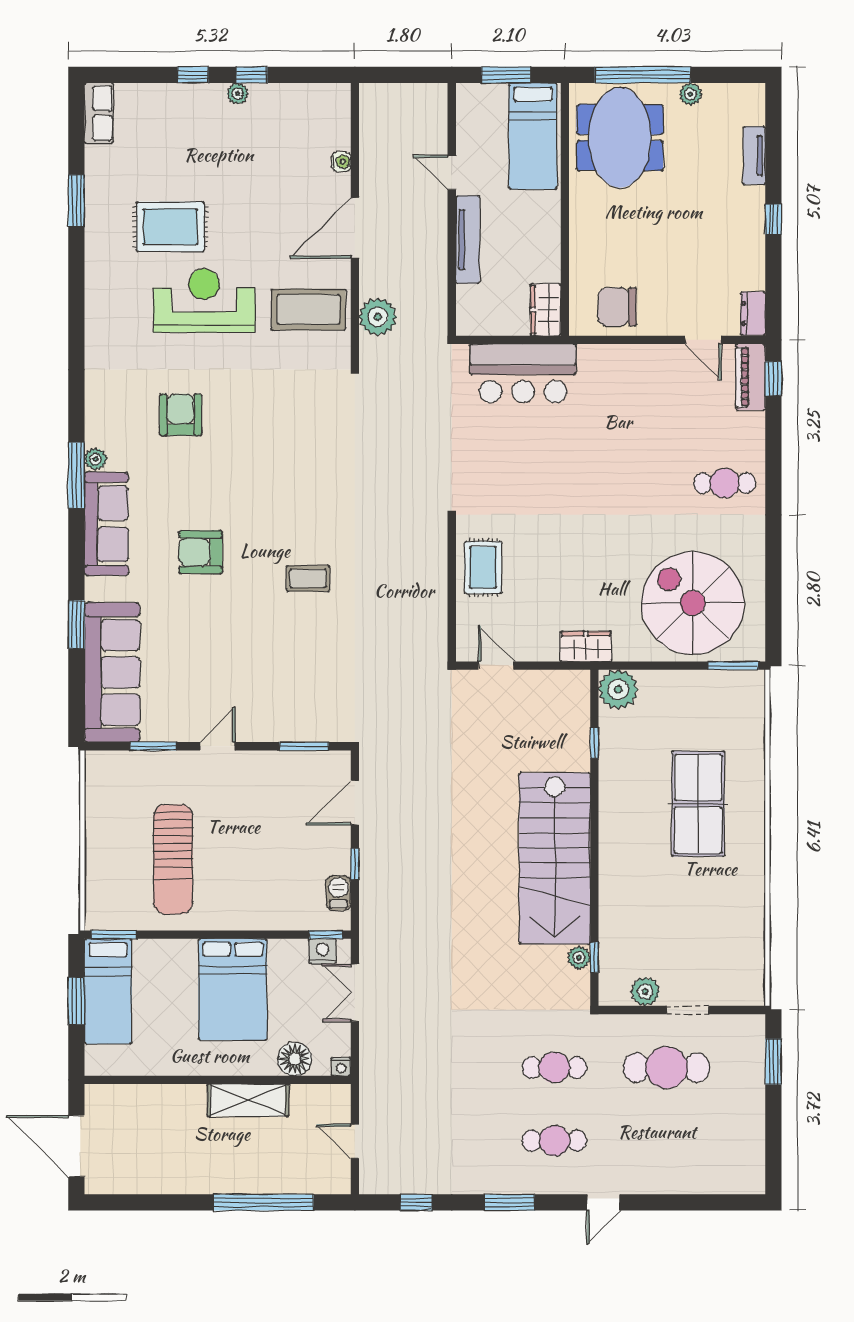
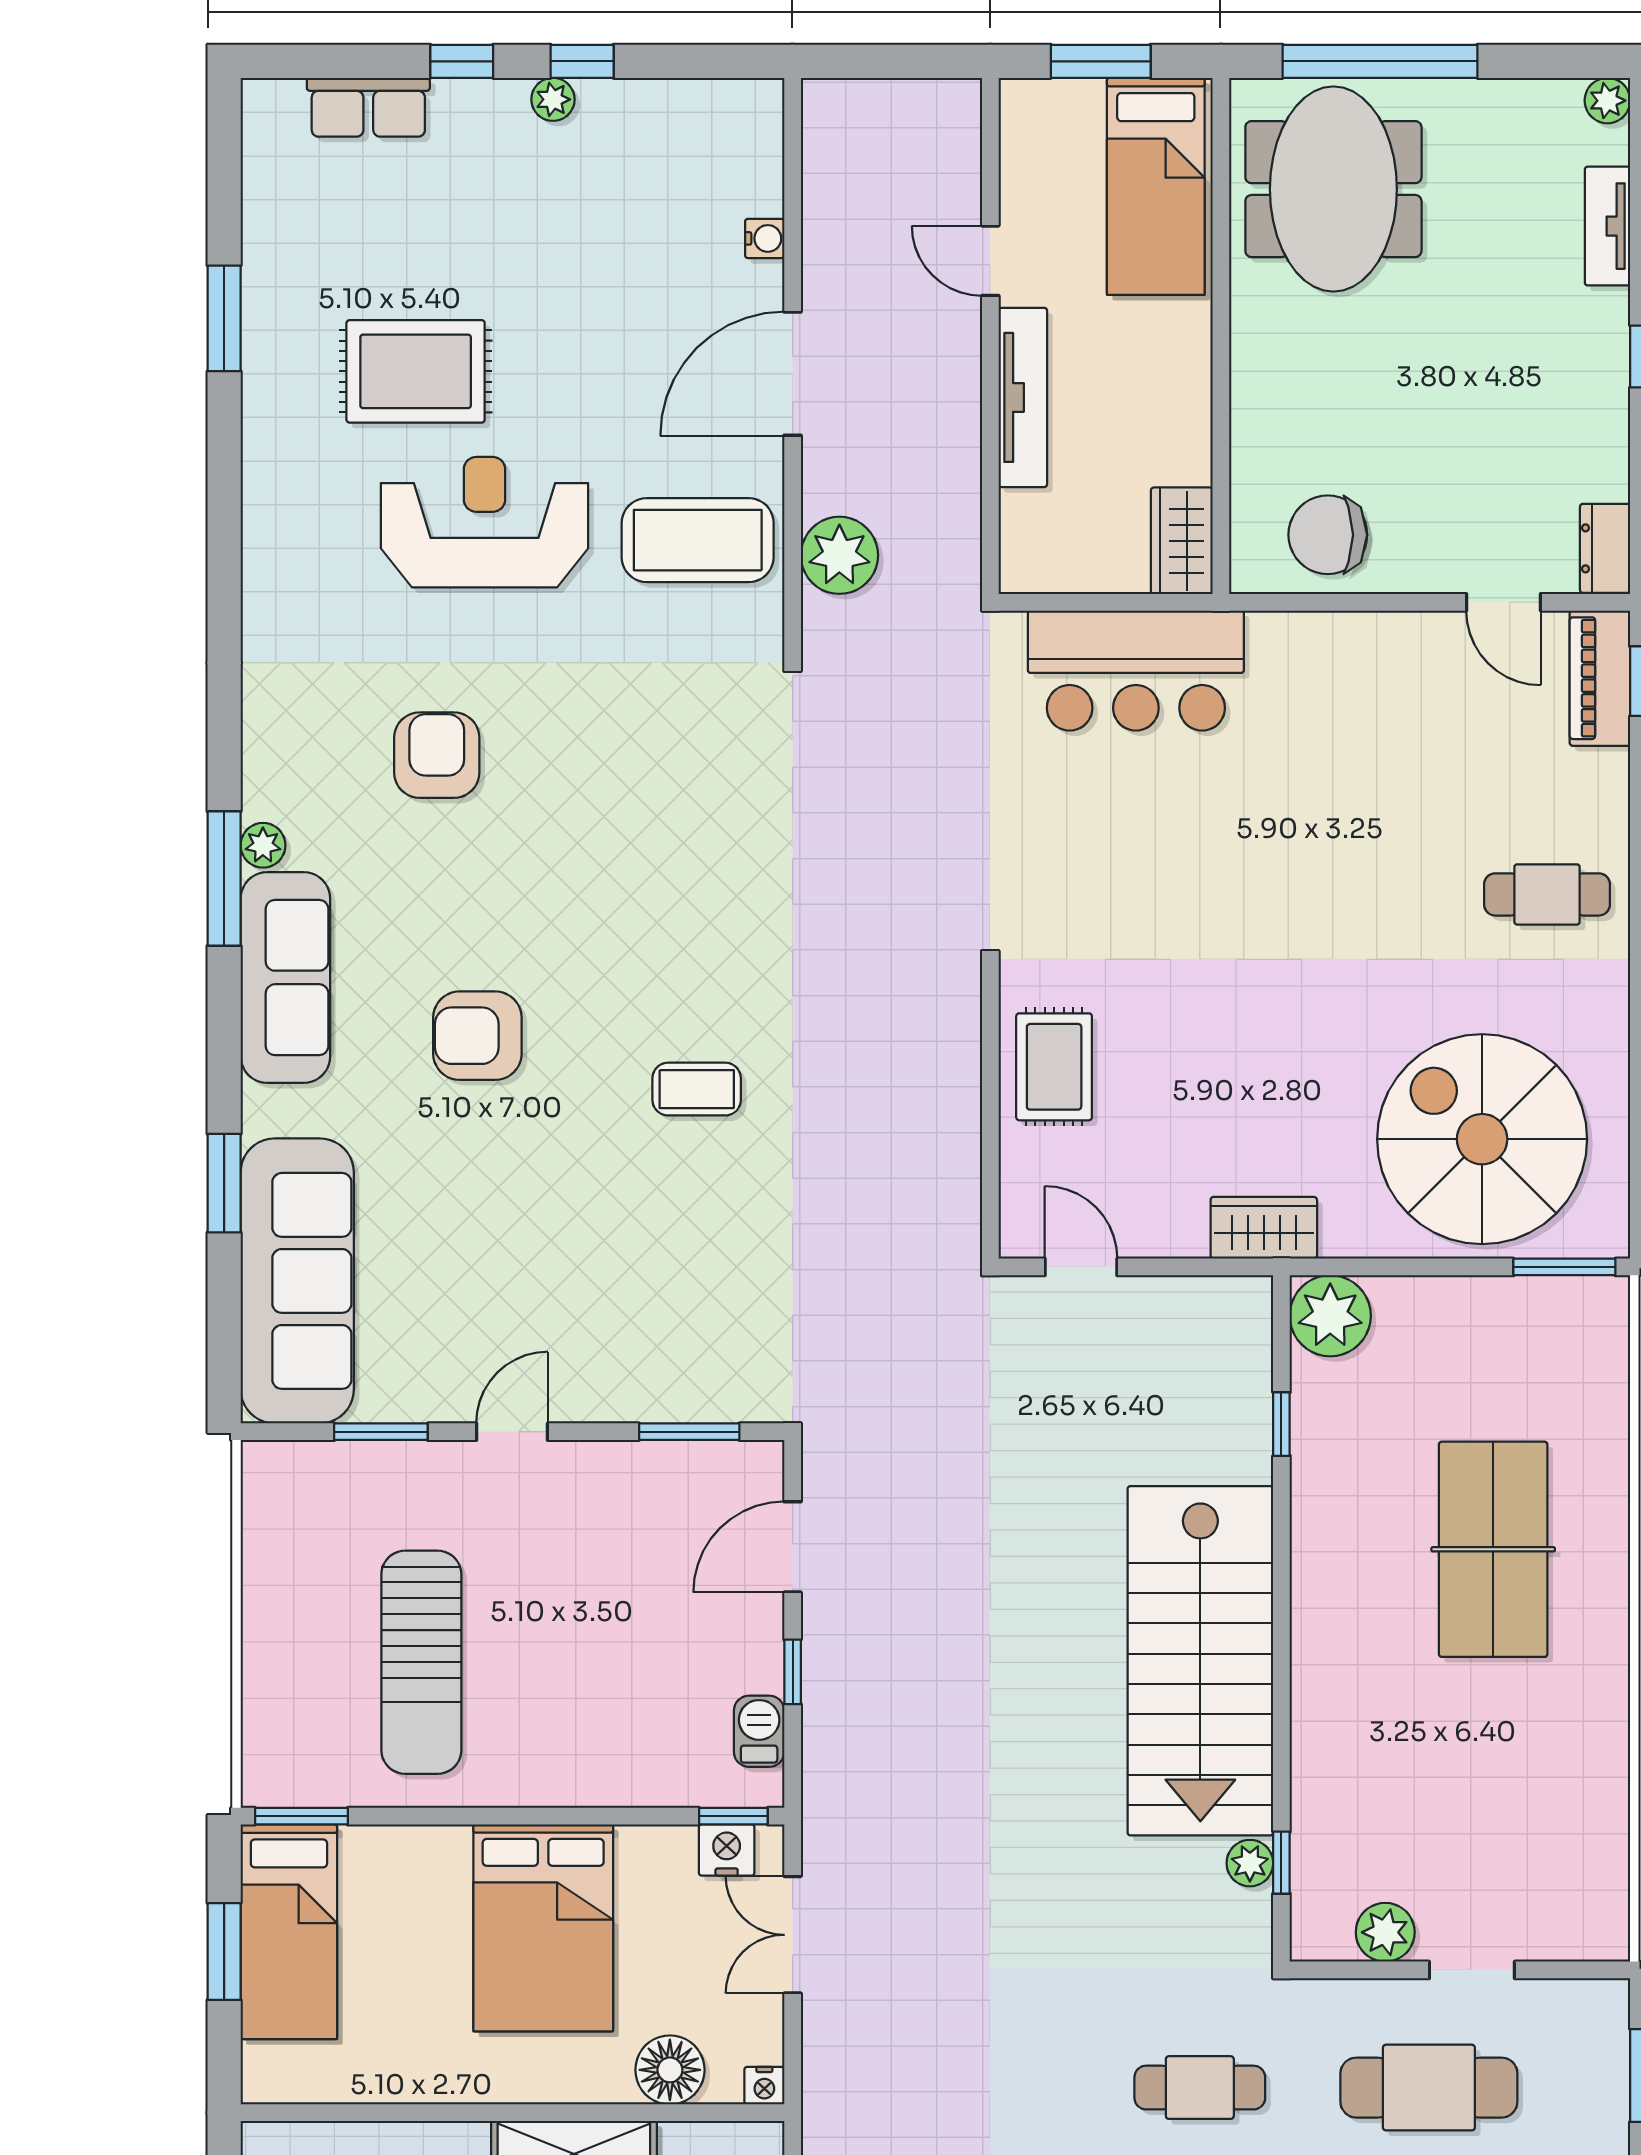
plant: (690, 94) -> (1607, 101), moved
row of seats: (99, 113) -> (368, 107), moved, turned 90

